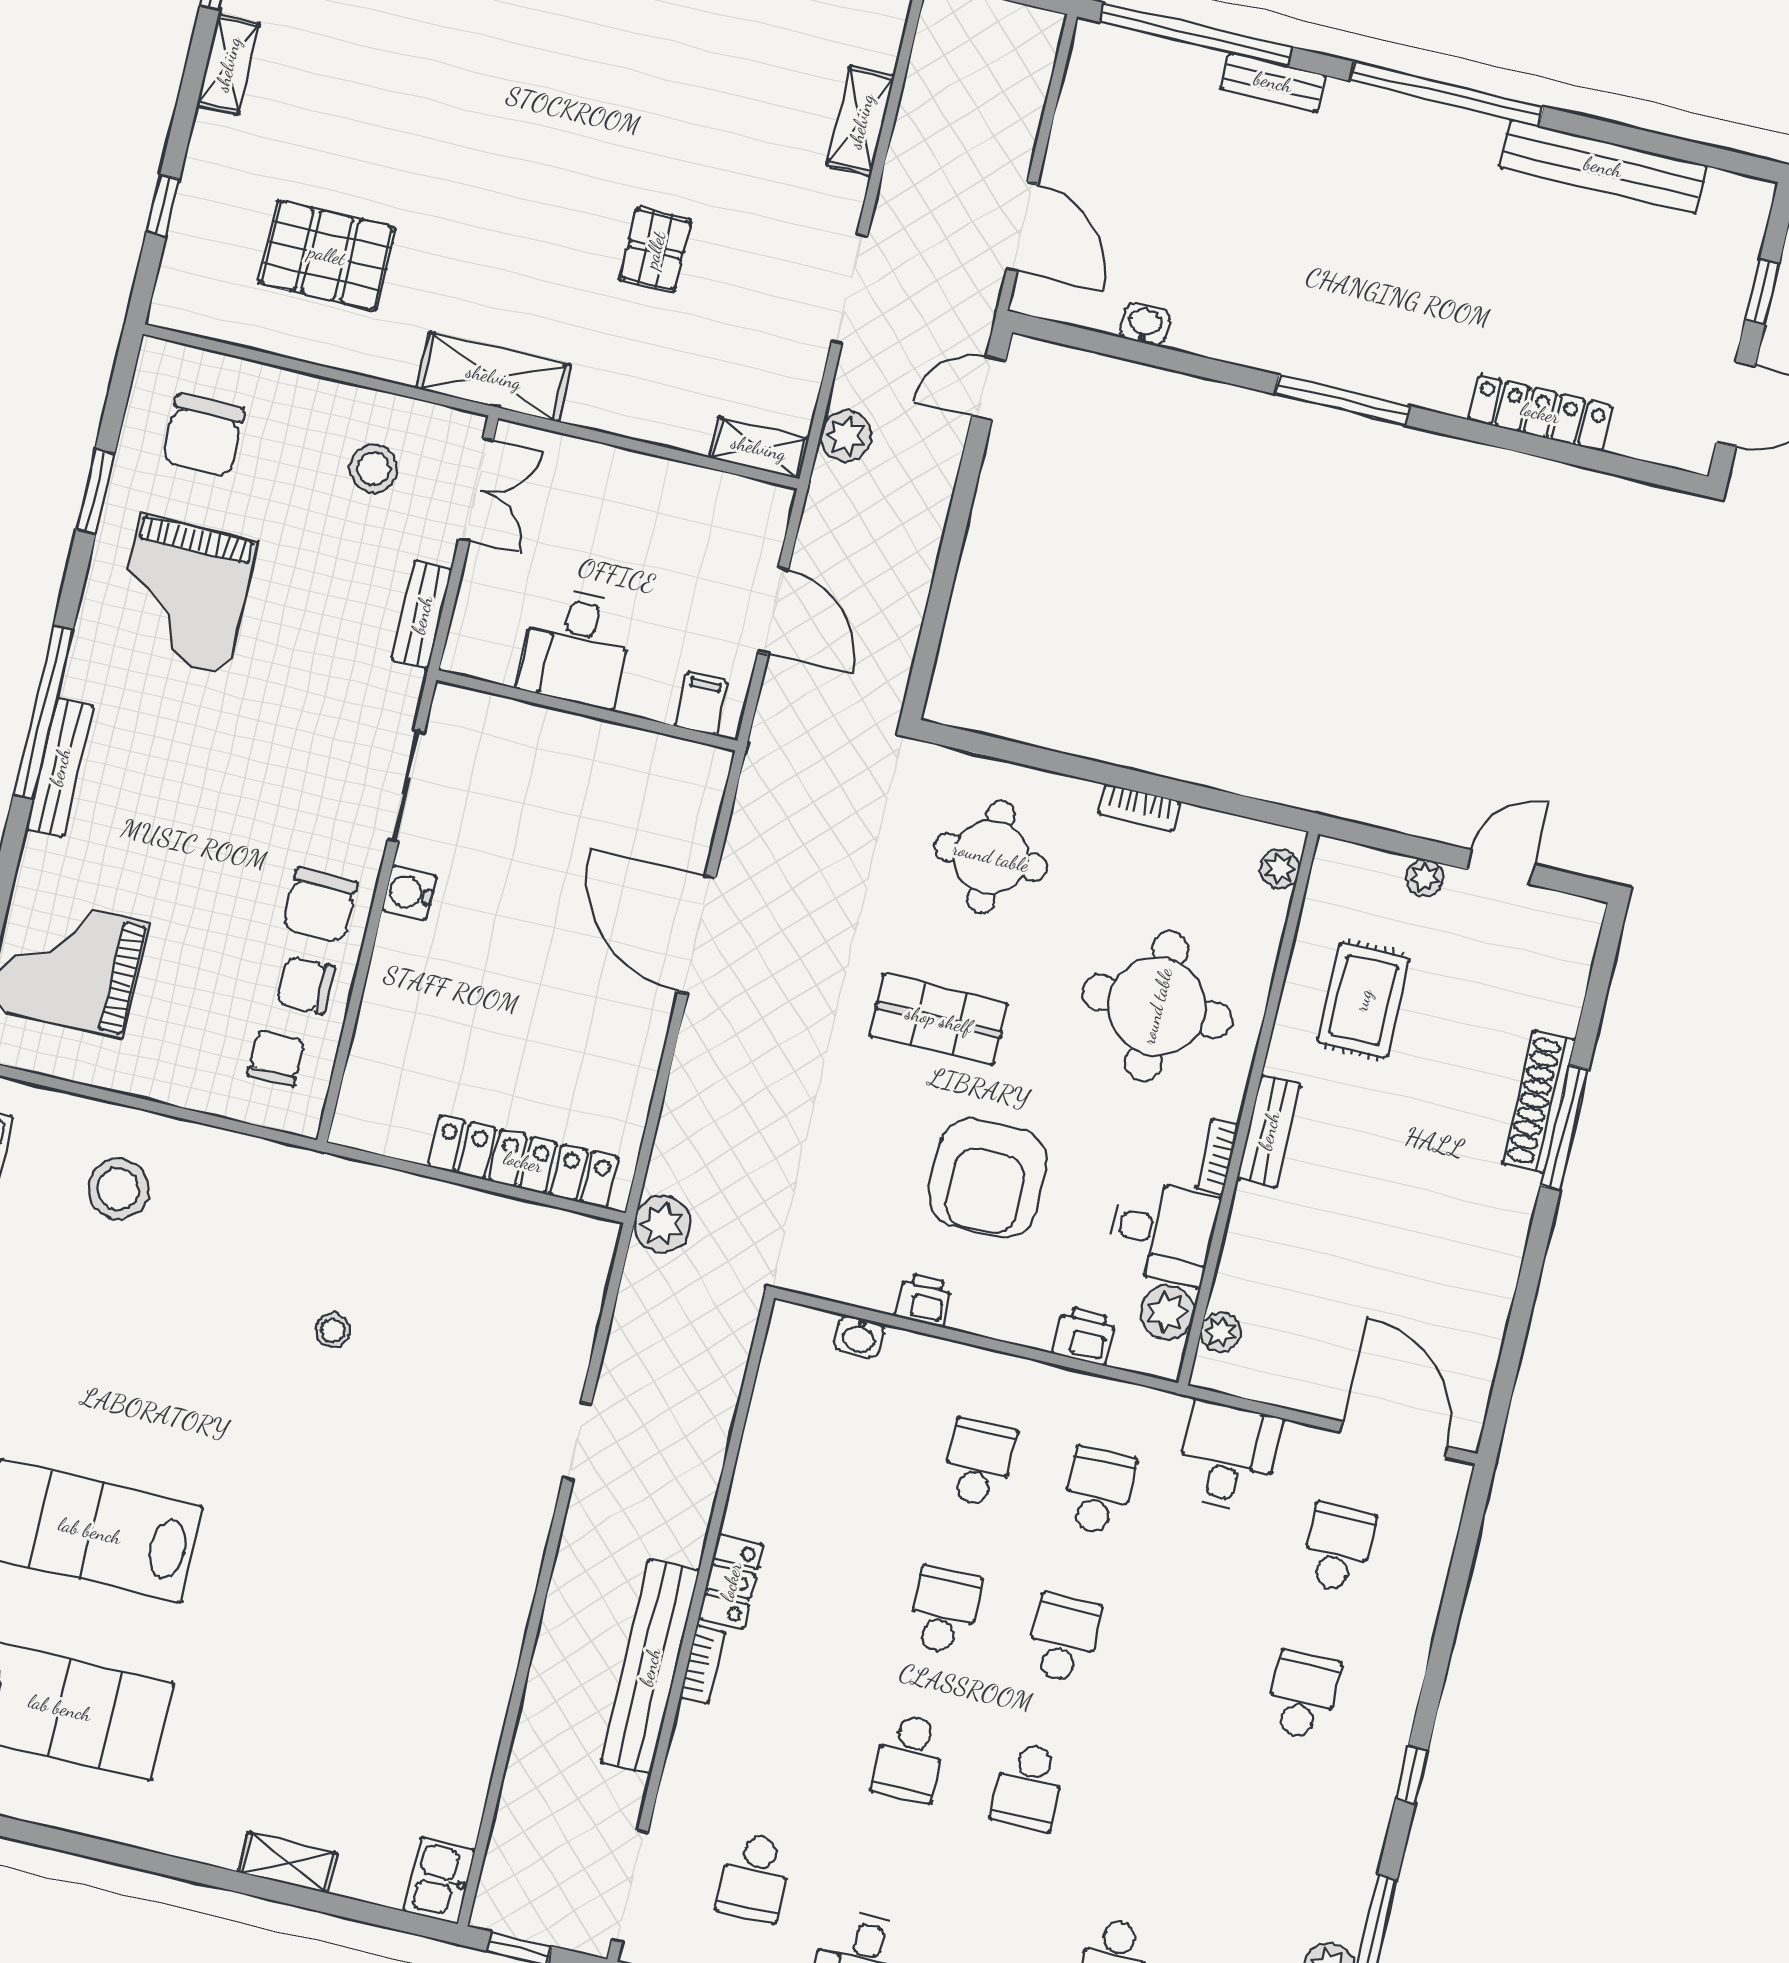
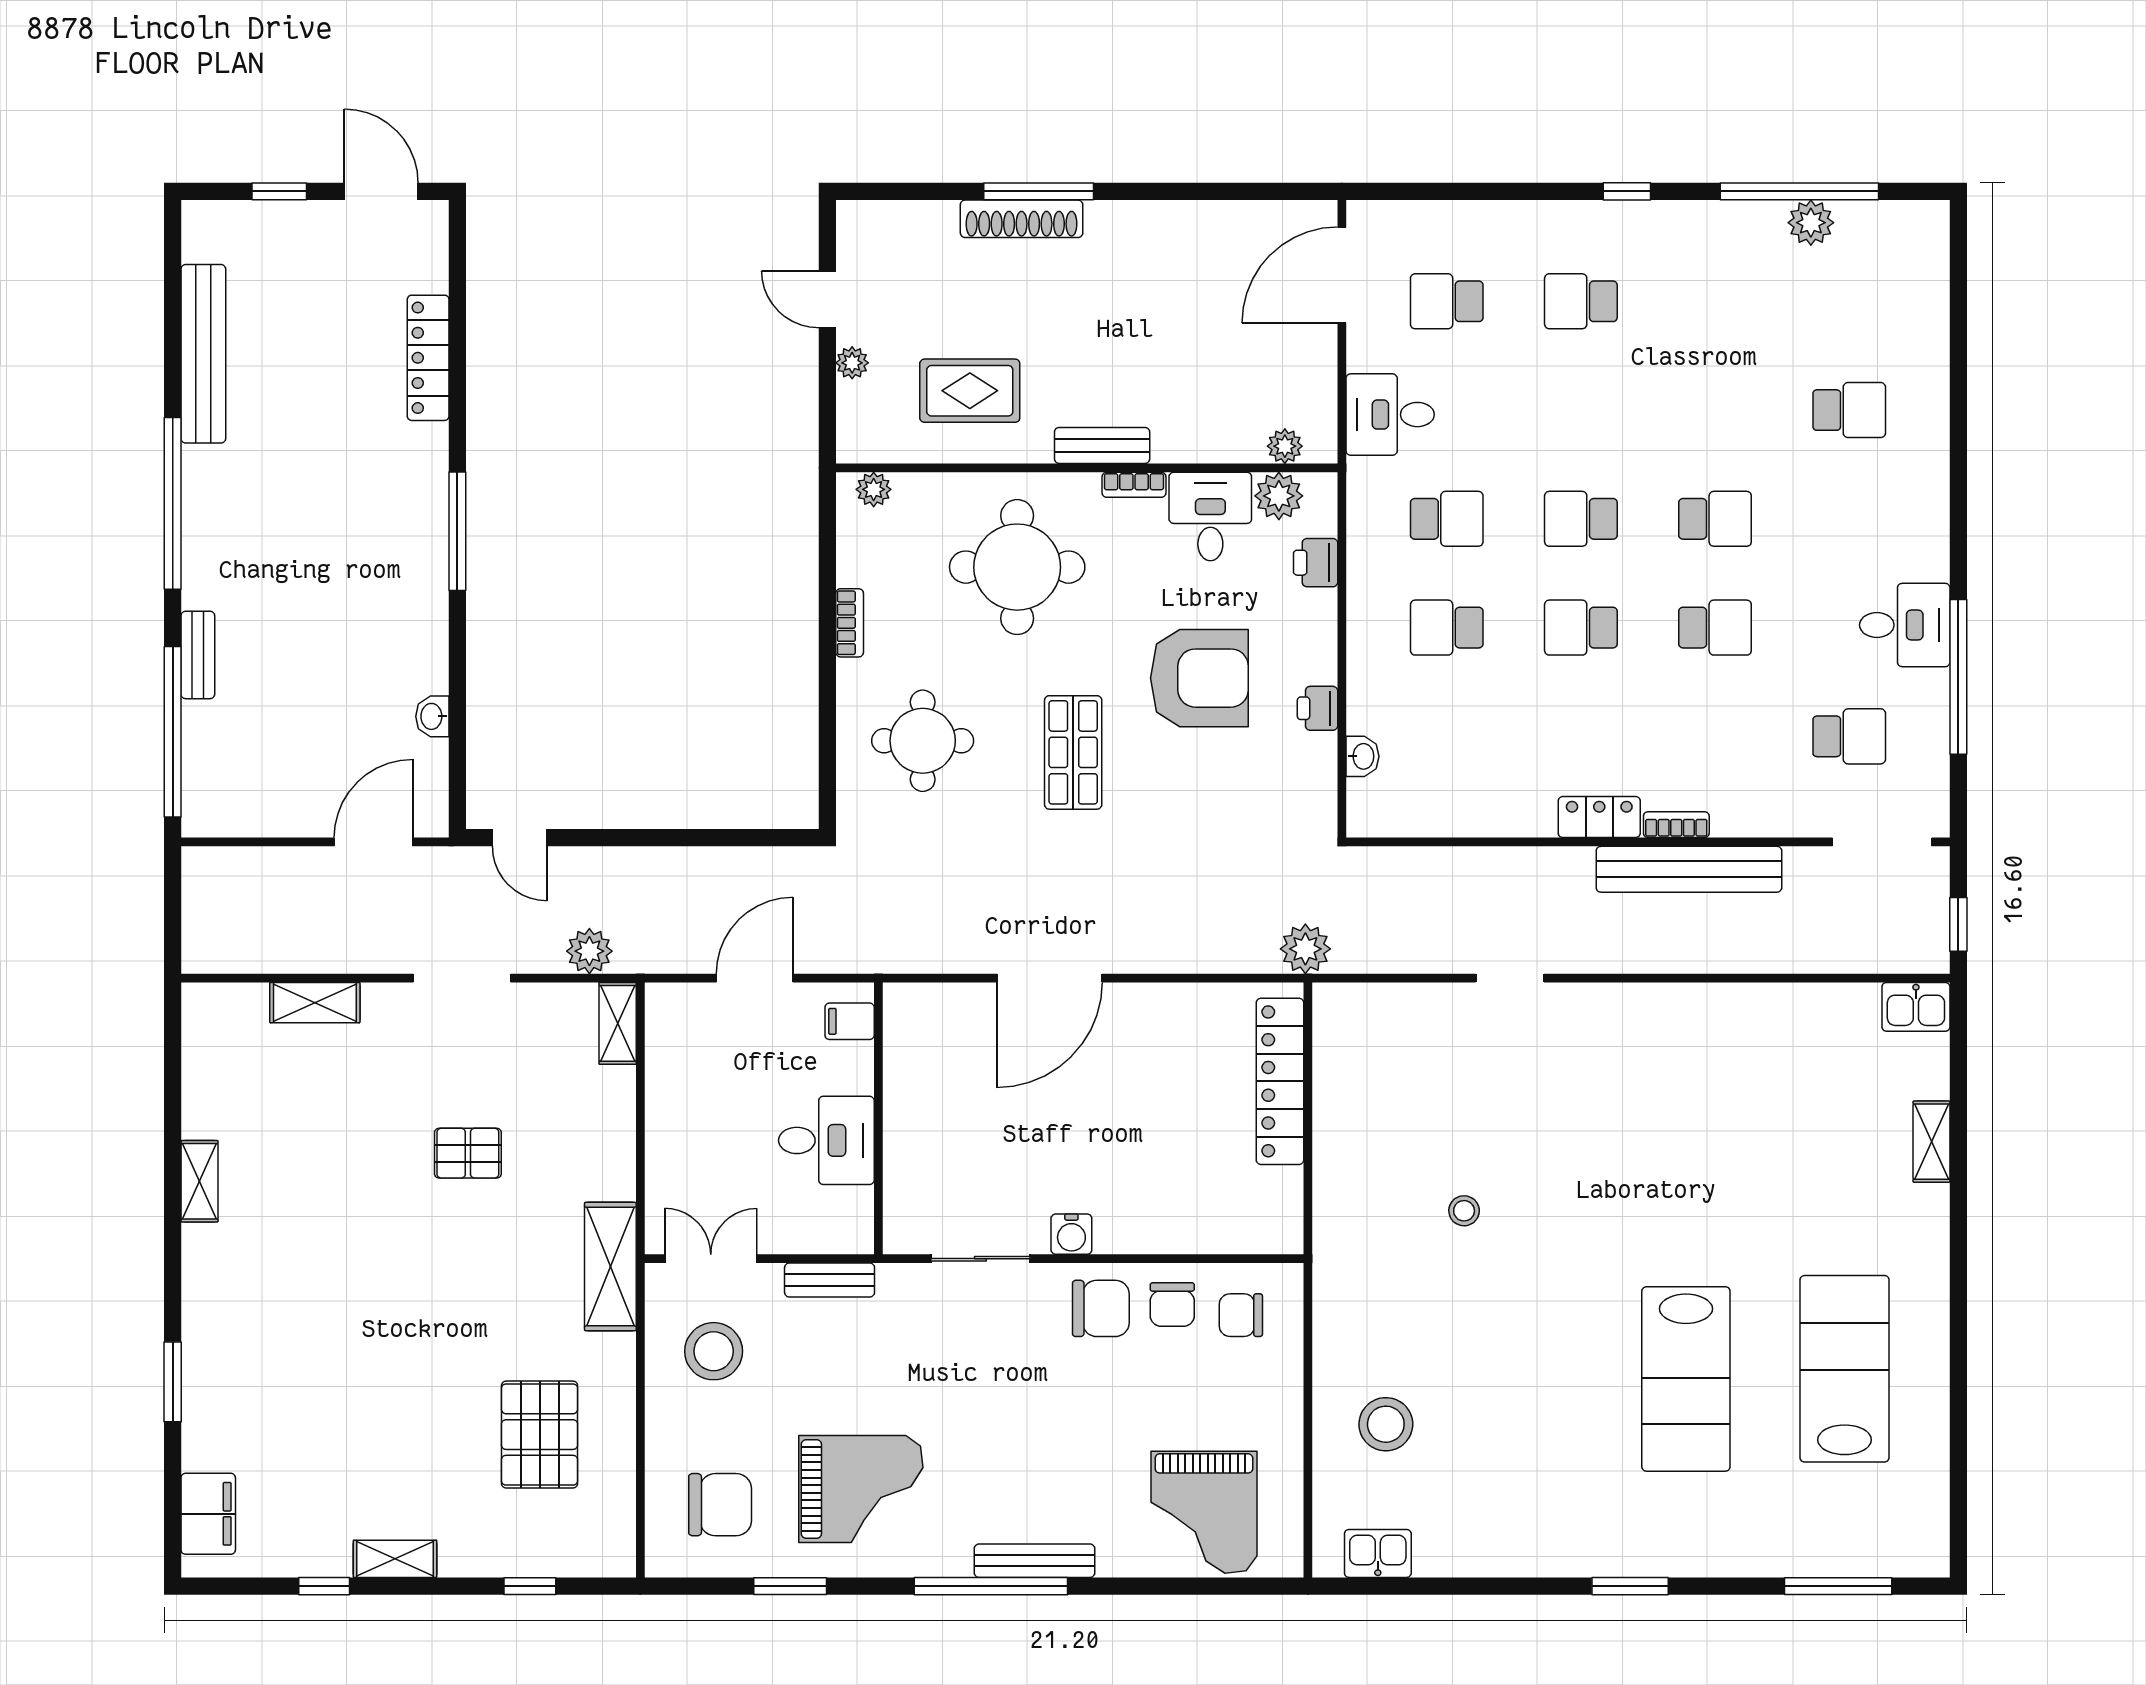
stool: (374, 469) -> (714, 1351), width x1.38, depth x1.38
school desk: (1098, 1491) -> (1447, 519), turned 180

